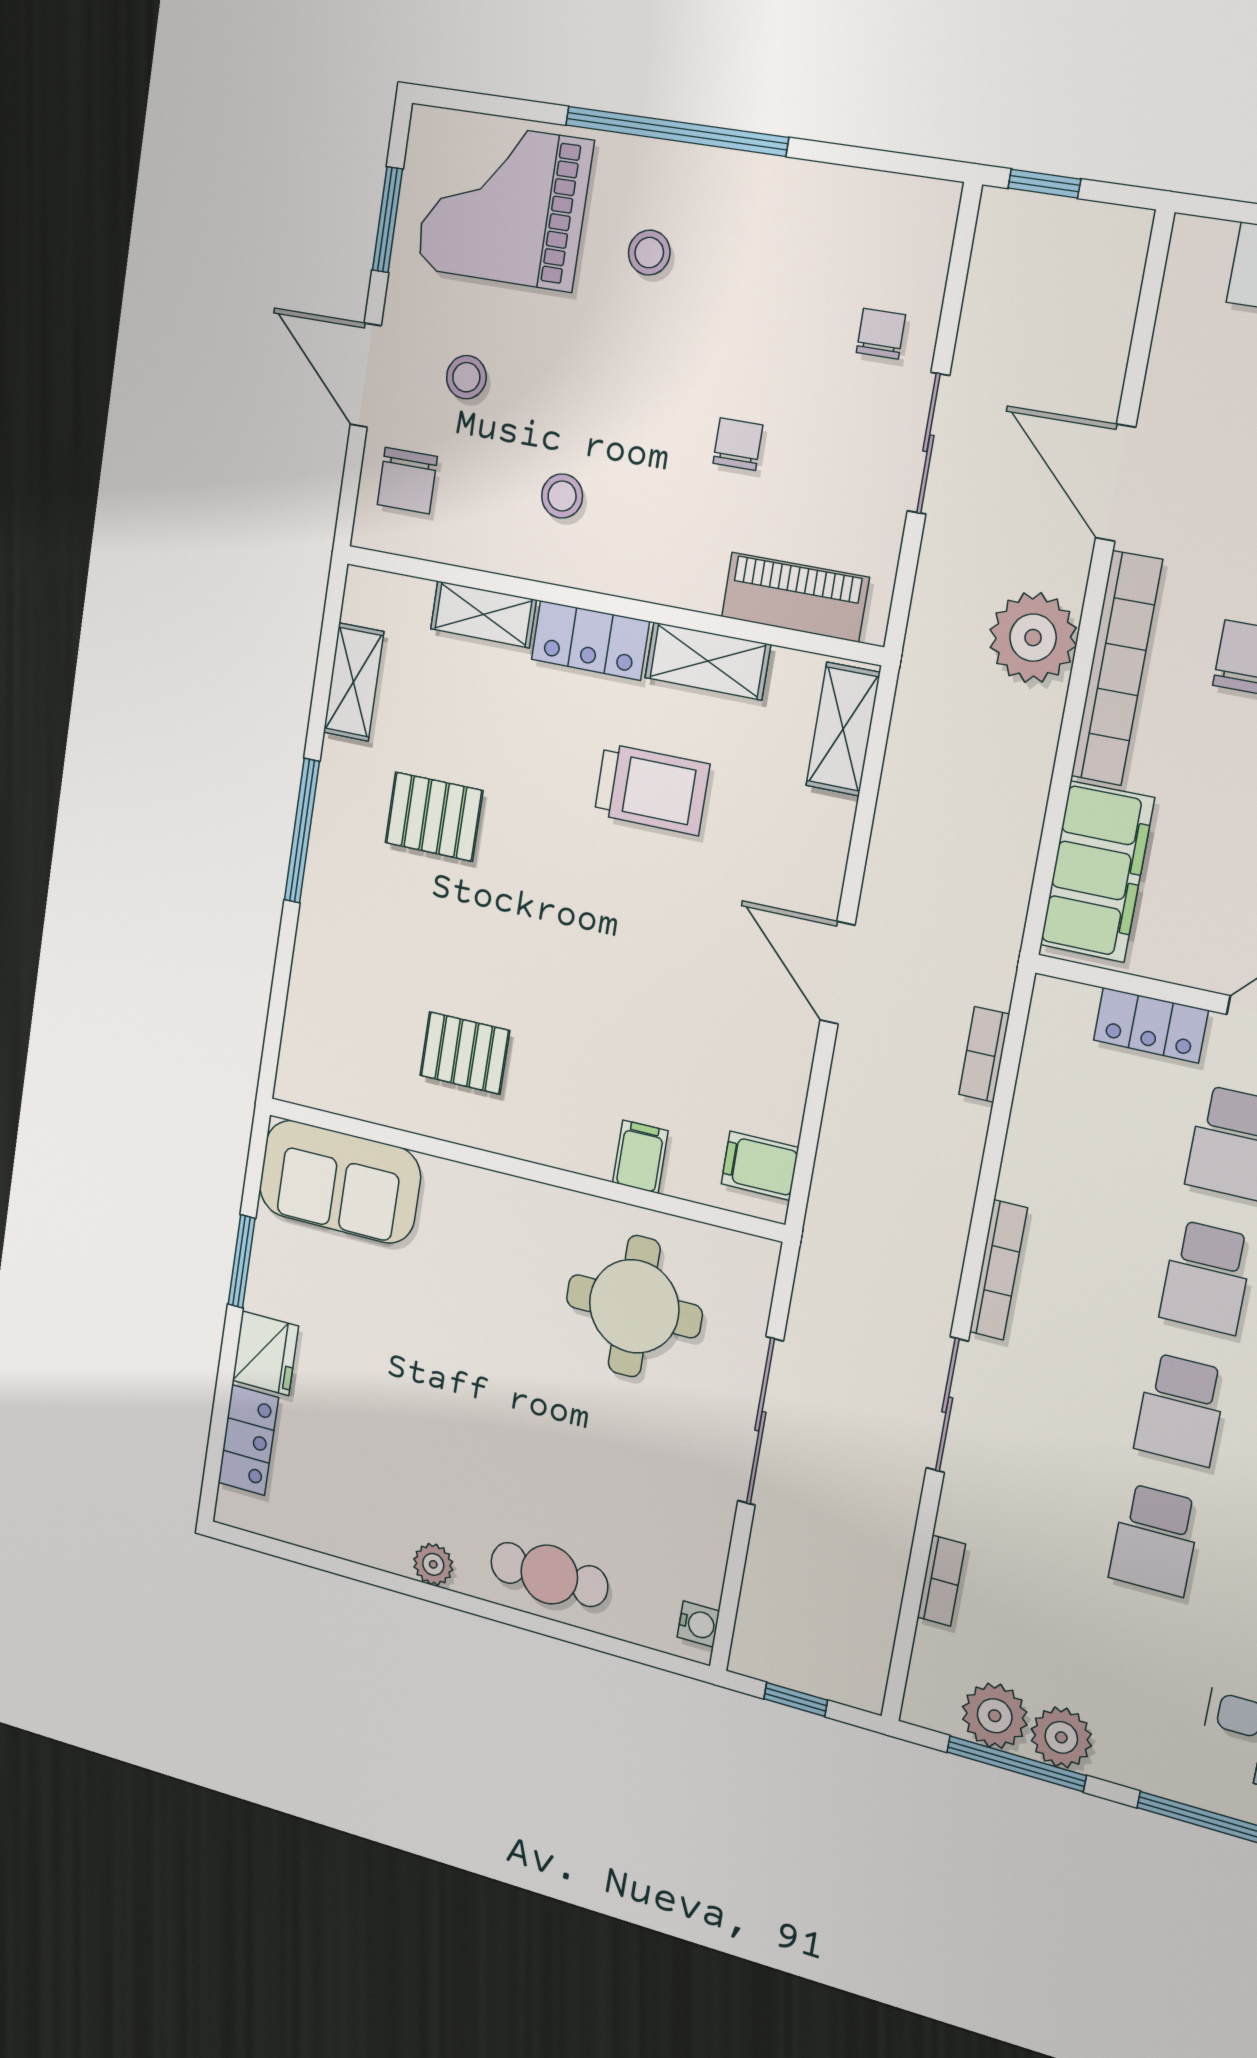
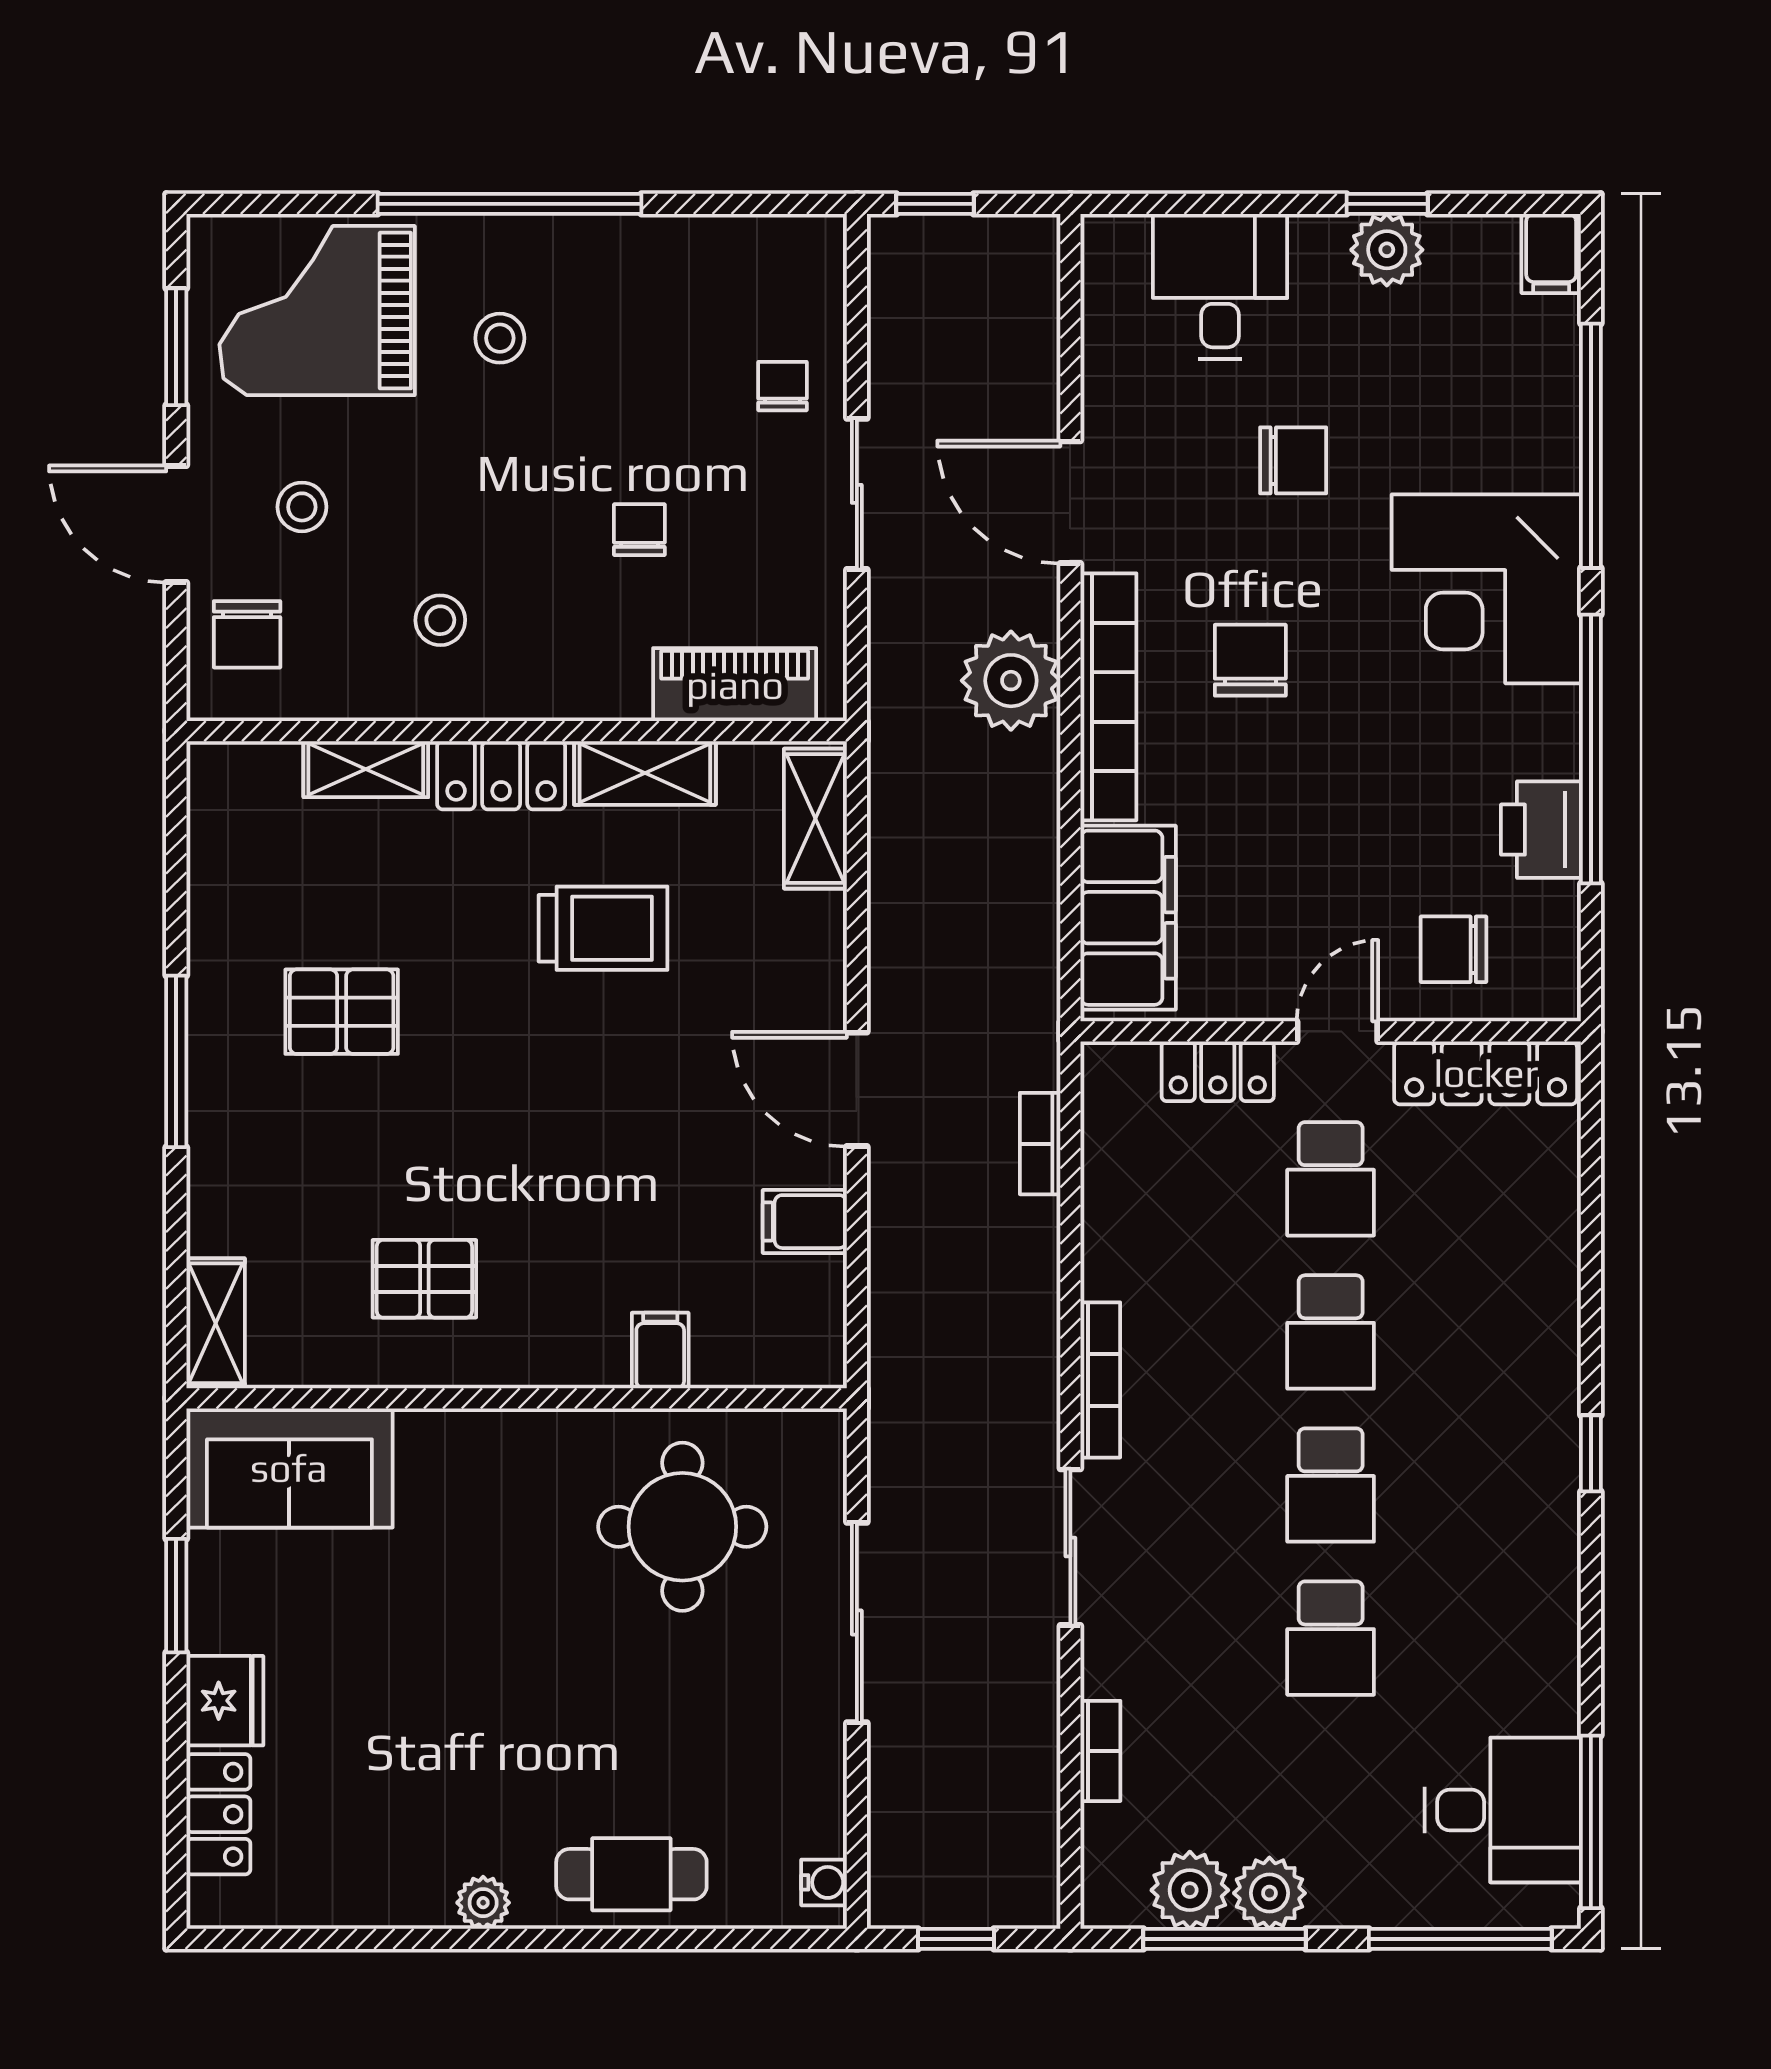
shelving: (353, 682) -> (216, 1323), moved
filing cabinet: (760, 1166) -> (805, 1222), moved

